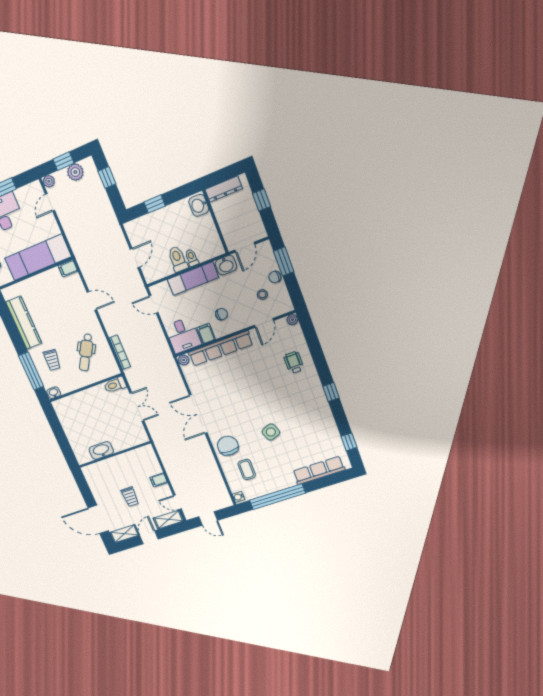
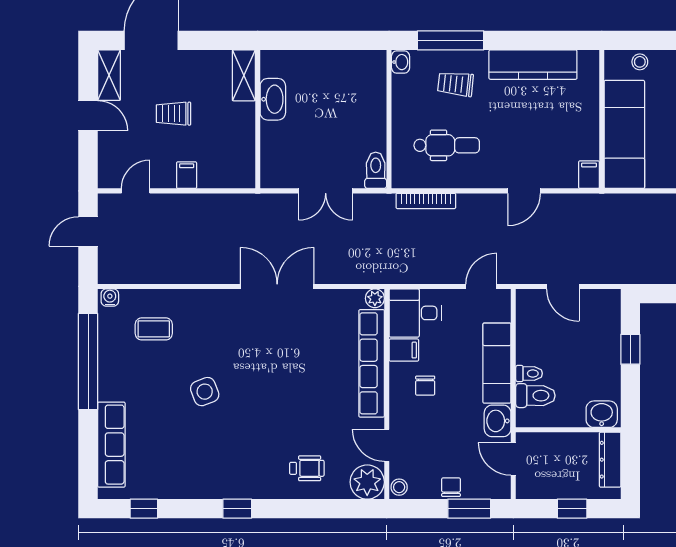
toilet: (178, 259) -> (535, 396), moved
stool: (262, 294) -> (399, 487), moved
plant: (292, 320) -> (367, 482), width x1.87, depth x1.87
dental chair: (86, 352) -> (447, 145), turned 149
chair: (228, 446) -> (206, 314), removed
shelving: (169, 520) -> (244, 75), moved

